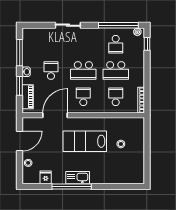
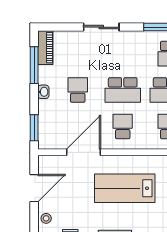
window: (20, 86) -> (34, 128), moved
piano: (28, 97) -> (45, 48), moved

